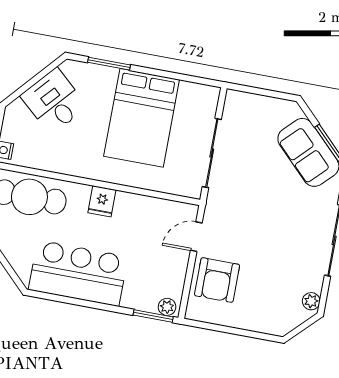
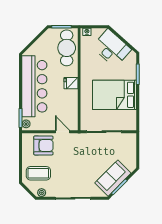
desk: (54, 101) -> (112, 48), width x1.37
bar counter: (78, 273) -> (34, 86), width x1.36
armchair: (217, 280) -> (43, 145), turned 180
coffee table: (271, 301) -> (38, 173), added

